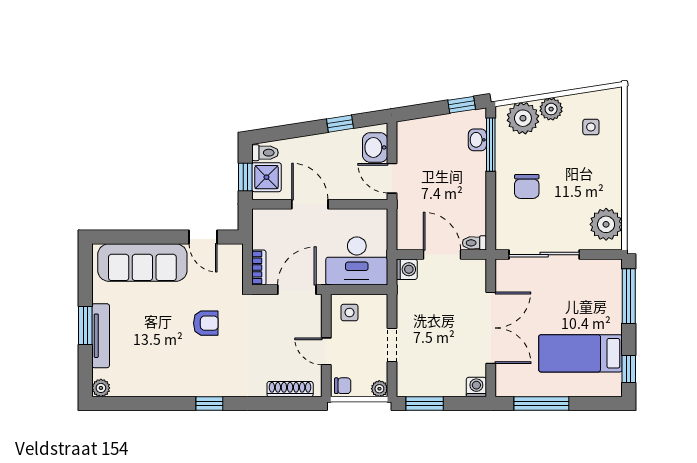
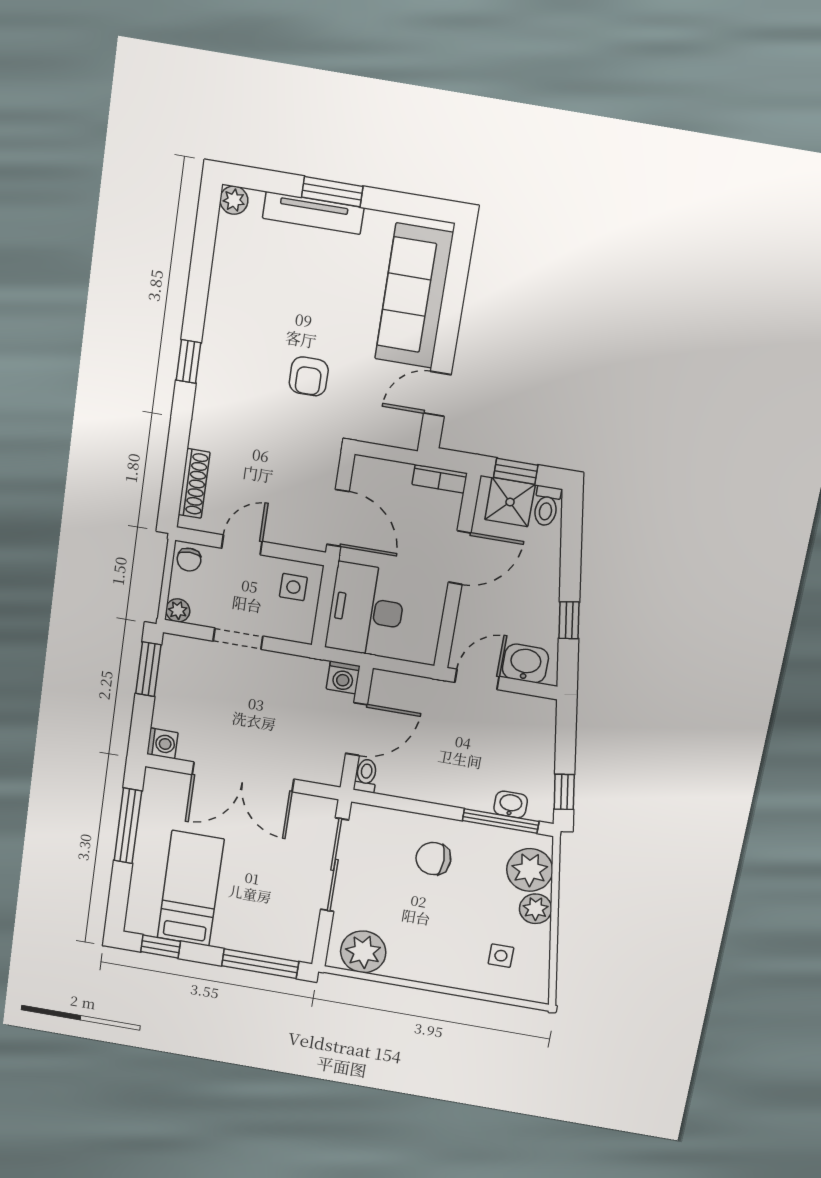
bookcase: (259, 268) -> (440, 479), moved

